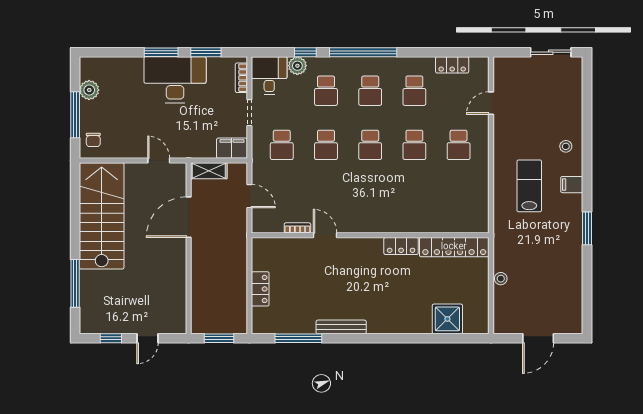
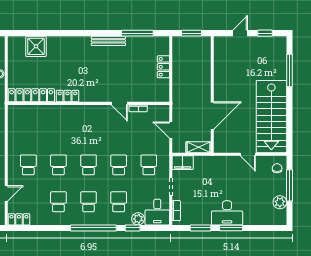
locker: (452, 65) -> (19, 219), moved
desk: (175, 80) -> (227, 213), width x0.73, depth x0.77
door: (159, 161) -> (248, 154), moved

